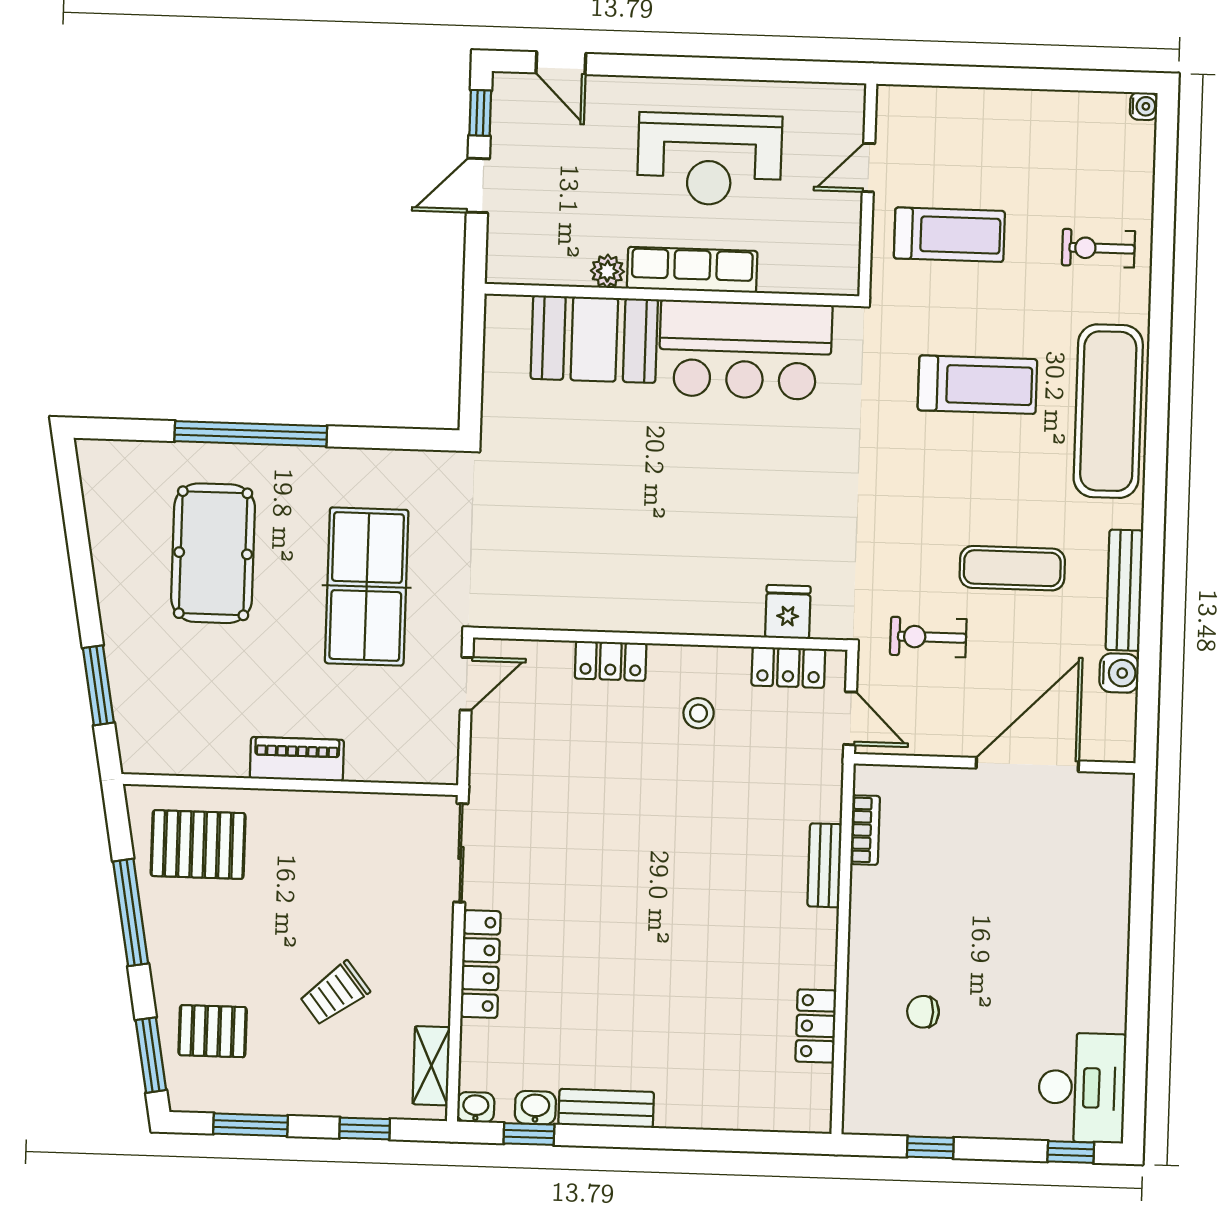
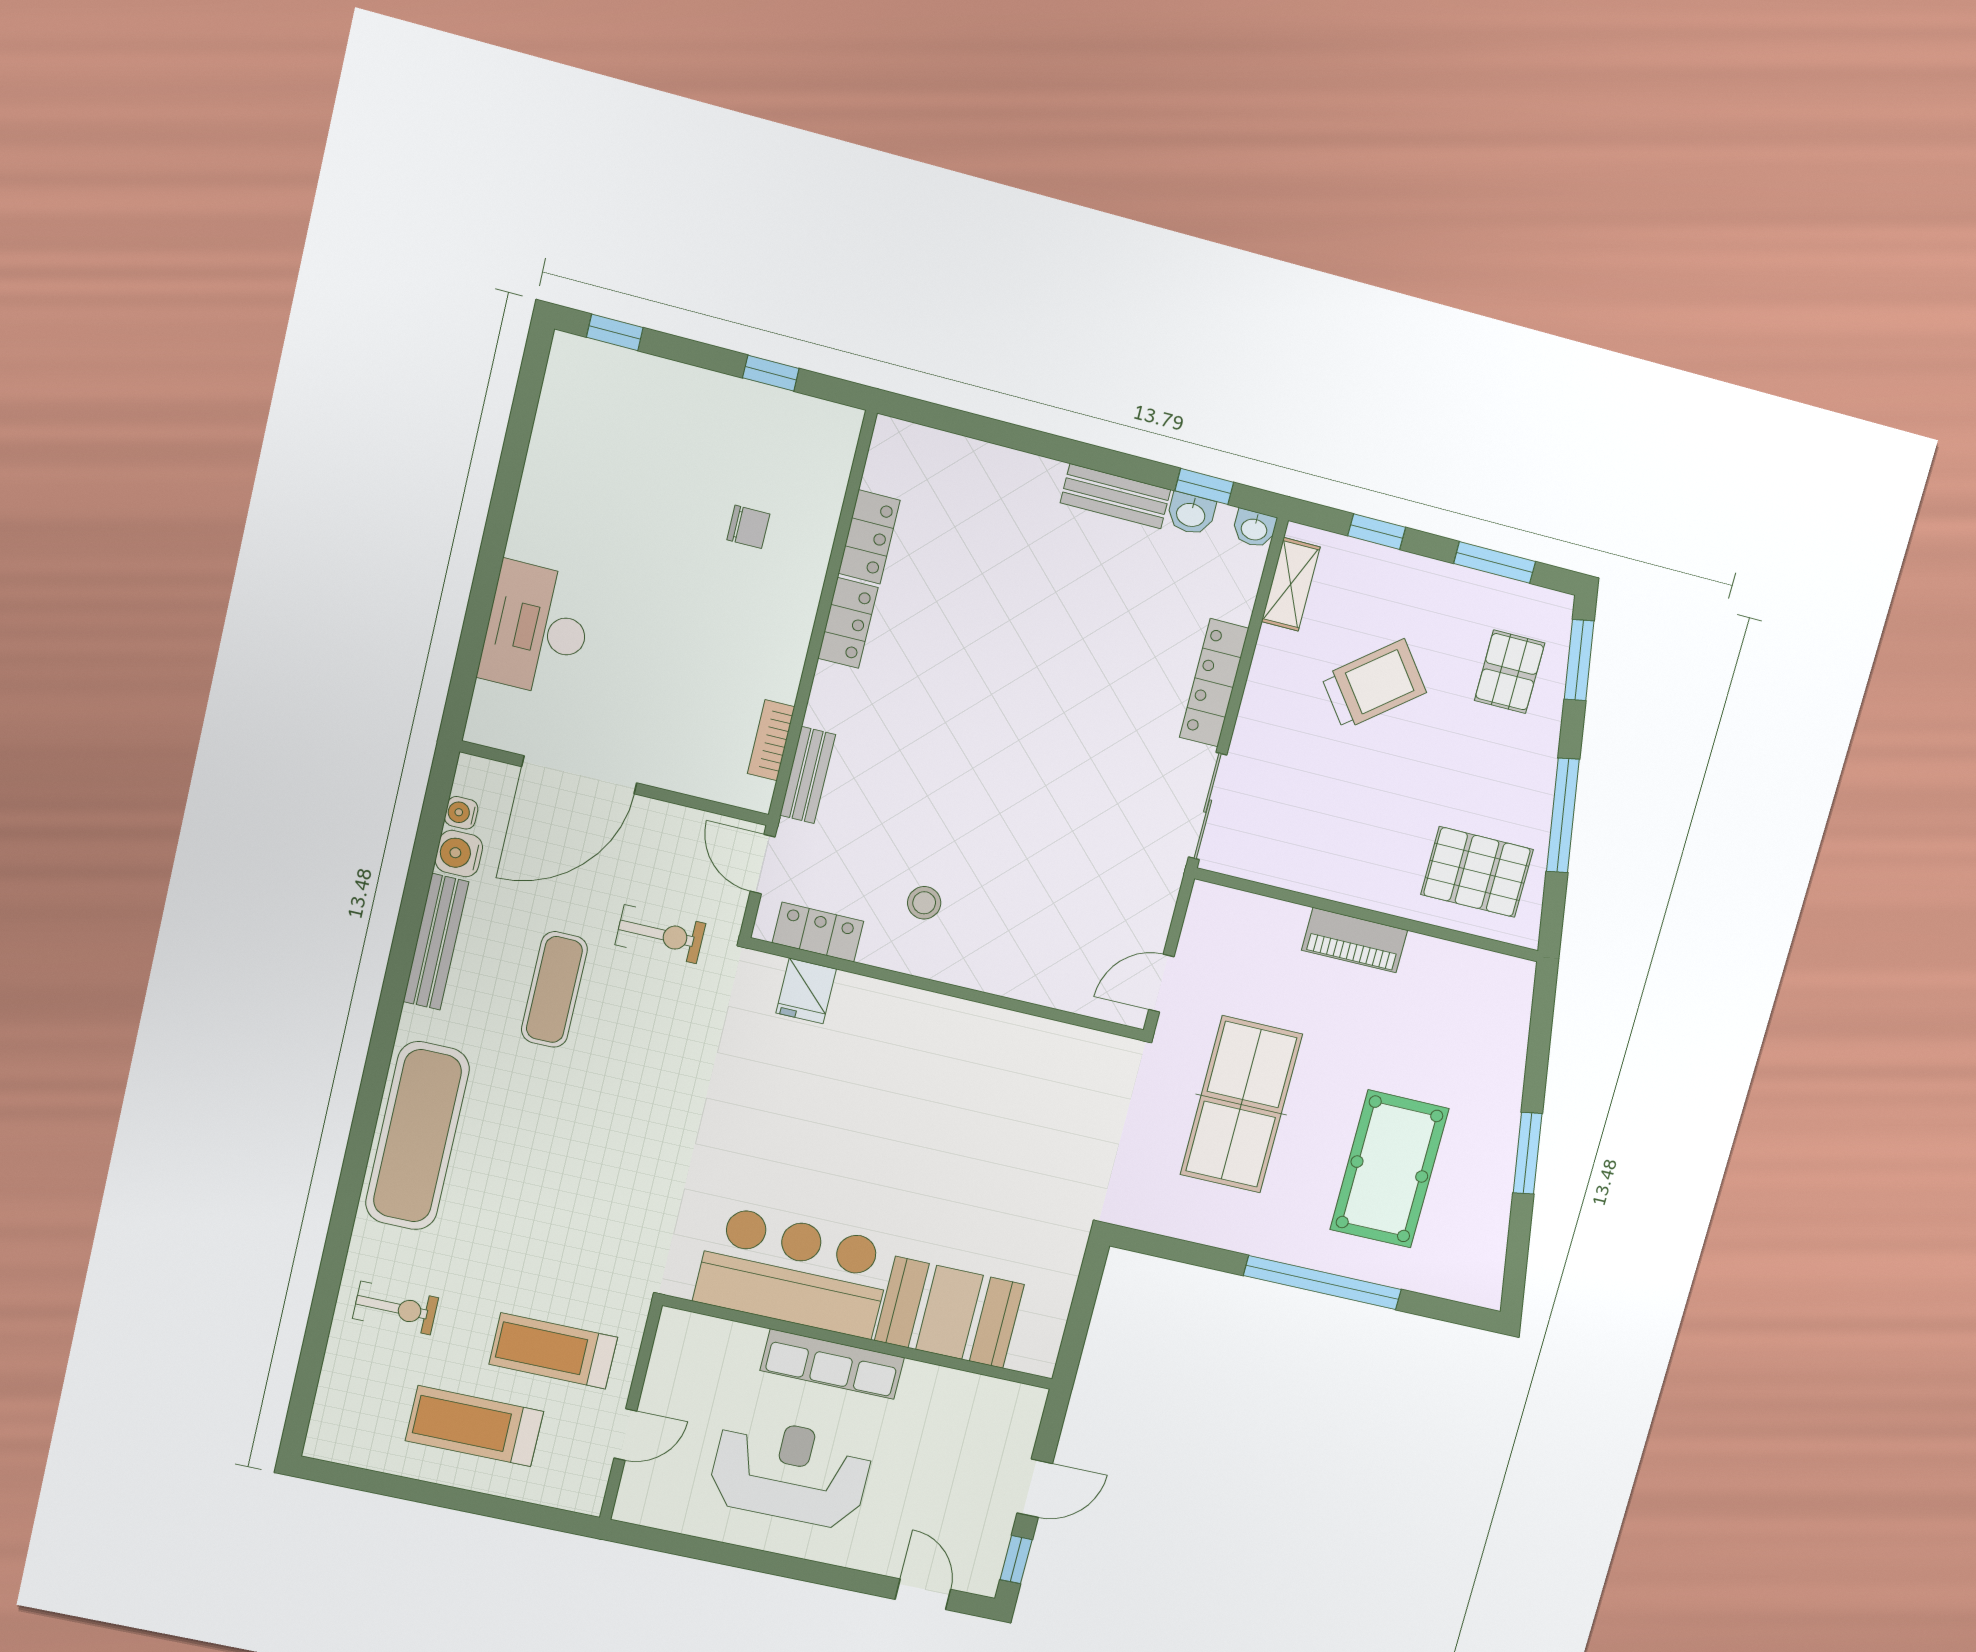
water cooler: (1144, 106) -> (461, 813), moved
plant: (607, 271) -> (921, 1379), removed
treadmill: (977, 385) -> (474, 1426), moved
exercise mat: (1012, 568) -> (554, 990), turned 90
locker: (611, 661) -> (848, 623), moved, turned 90
window: (98, 685) -> (1528, 1153), moved
bench: (825, 865) -> (808, 775), moved
trolley: (335, 993) -> (1374, 684), width x1.36, depth x1.39
pallet: (213, 1031) -> (1510, 672), turned 90
desk: (1082, 1088) -> (537, 629), moved

